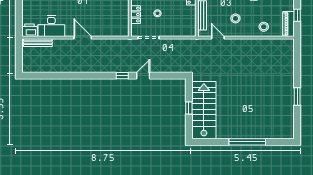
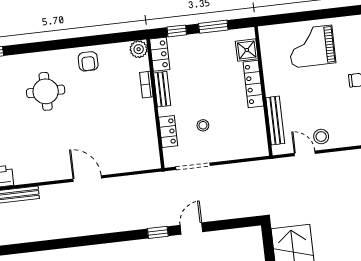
stool: (235, 18) -> (321, 137), moved
desk: (51, 26) -> (34, 166), removed

